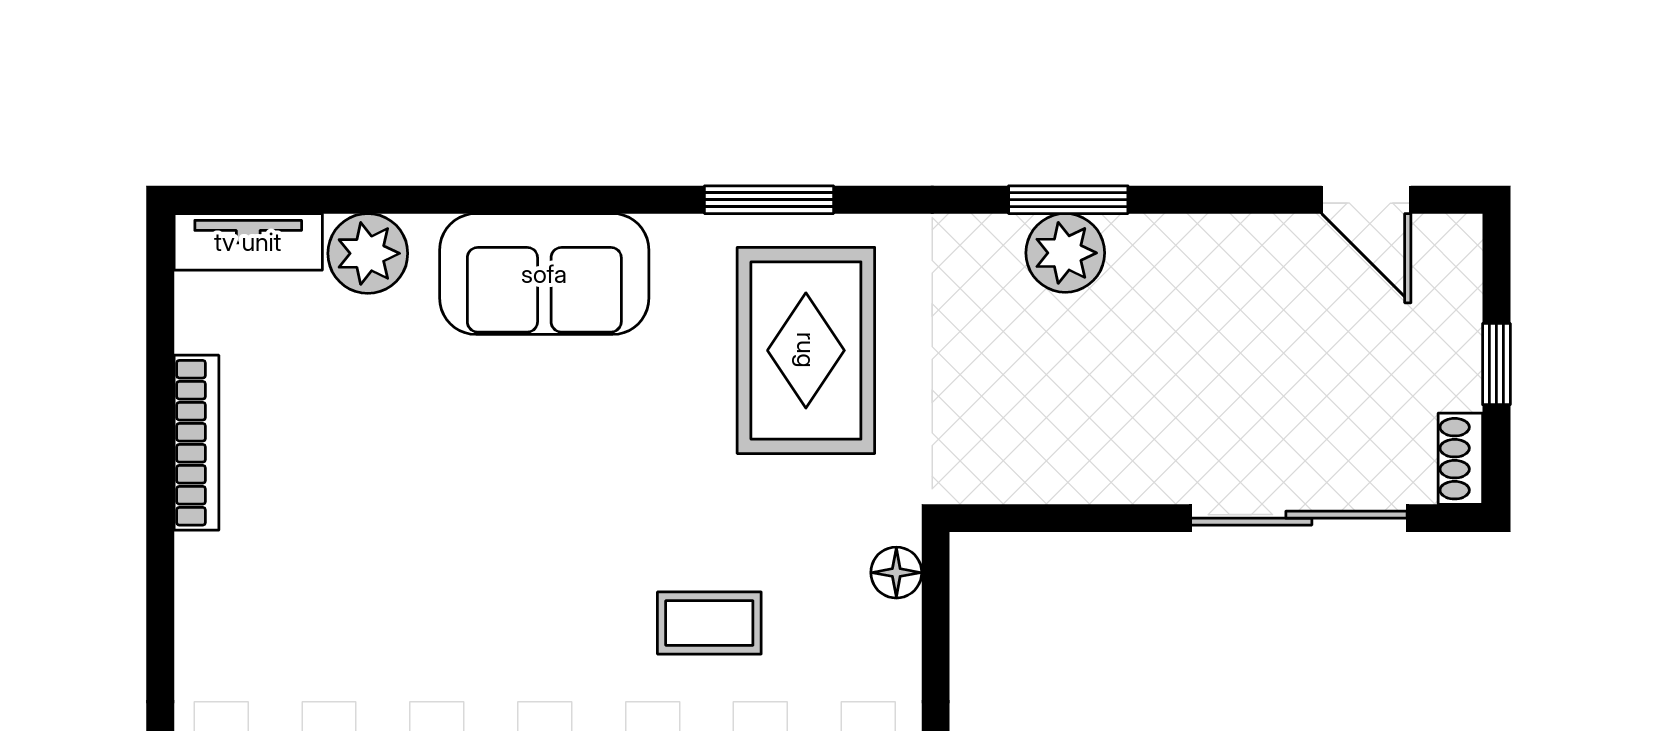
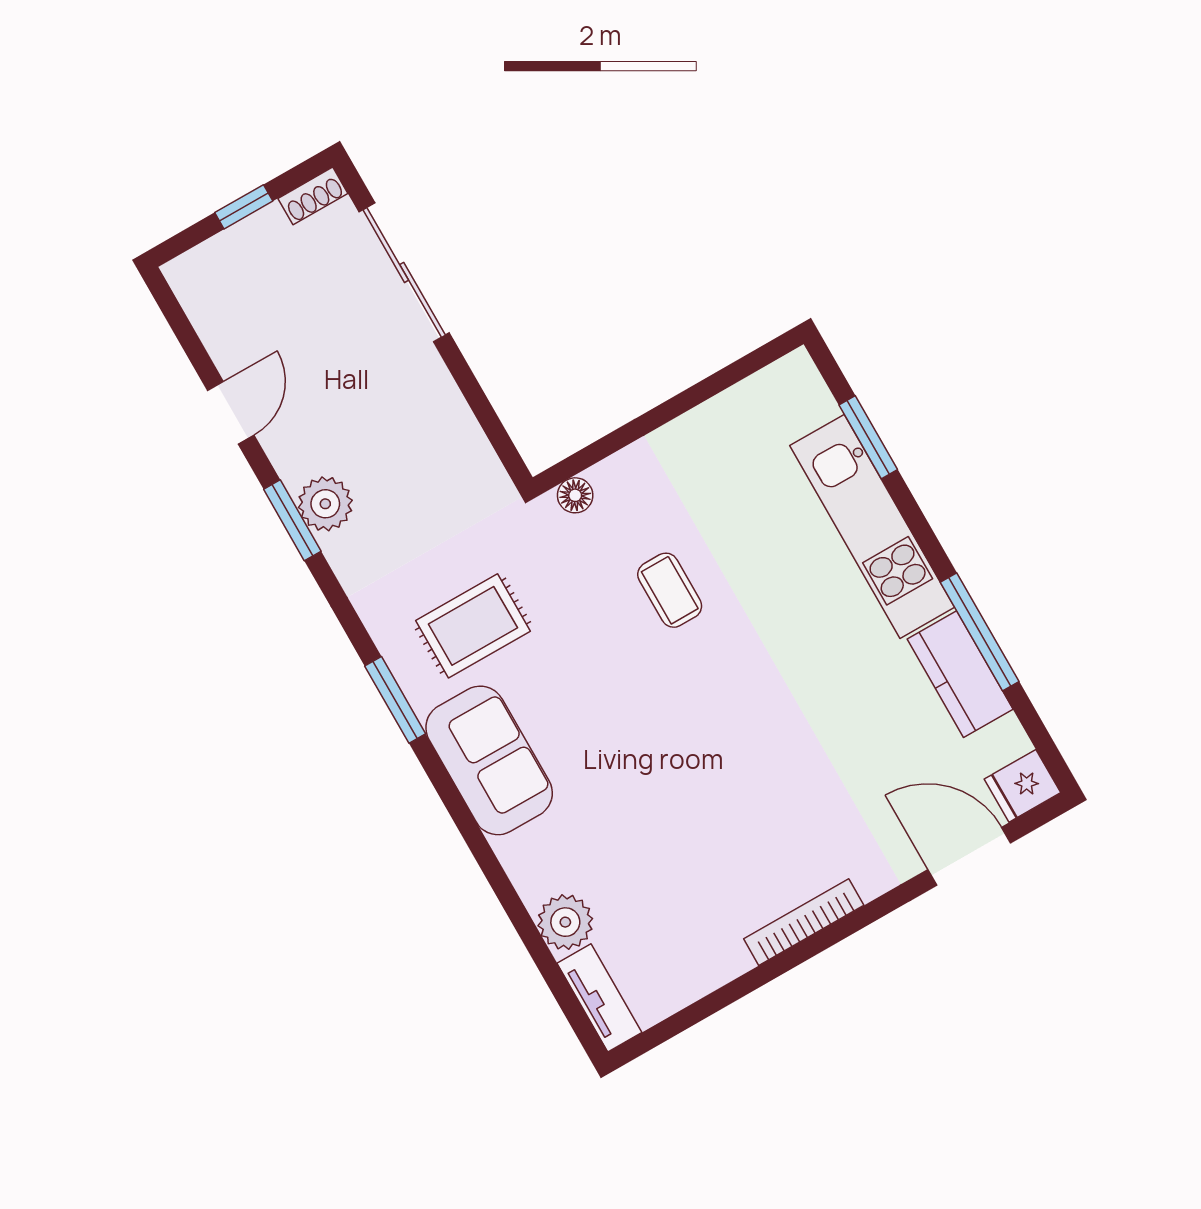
door: (1366, 200) -> (231, 413), moved
sofa: (544, 274) -> (489, 760), moved
rug: (806, 350) -> (473, 626), width x0.73, depth x0.70
bookcase: (196, 443) -> (804, 922), moved

